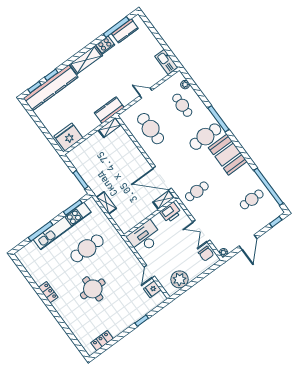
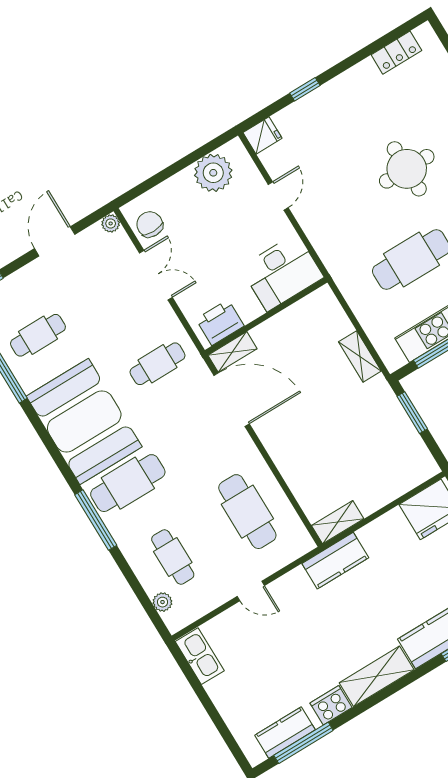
booth: (228, 155) -> (84, 421), width x1.36, depth x1.42
fridge: (152, 289) -> (263, 135), moved

